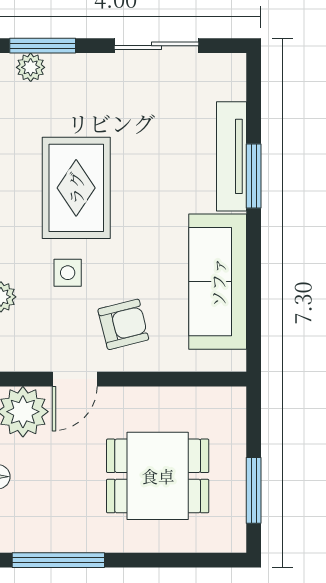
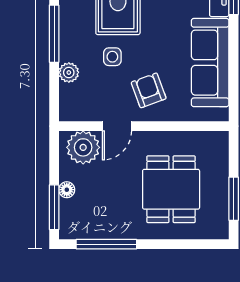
armchair: (123, 324) -> (149, 90), turned -96
dining table: (158, 476) -> (171, 189), turned 90

